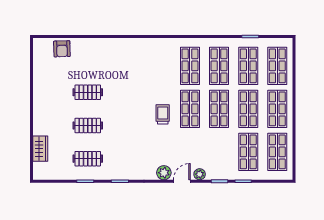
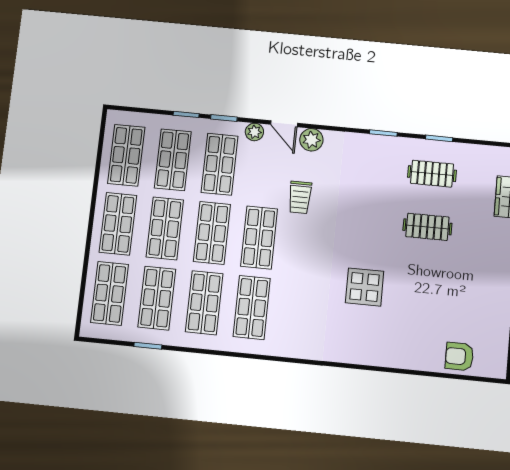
armchair: (62, 49) -> (459, 356), turned -88
display table: (123, 85) -> (365, 287), added
clothes rail: (88, 92) -> (423, 281), removed
trolley: (163, 114) -> (300, 197), moved
shop shelf: (219, 152) -> (219, 164), added
door: (182, 181) -> (284, 124), hinge flipped

